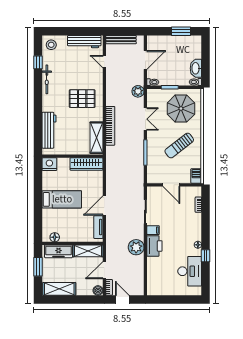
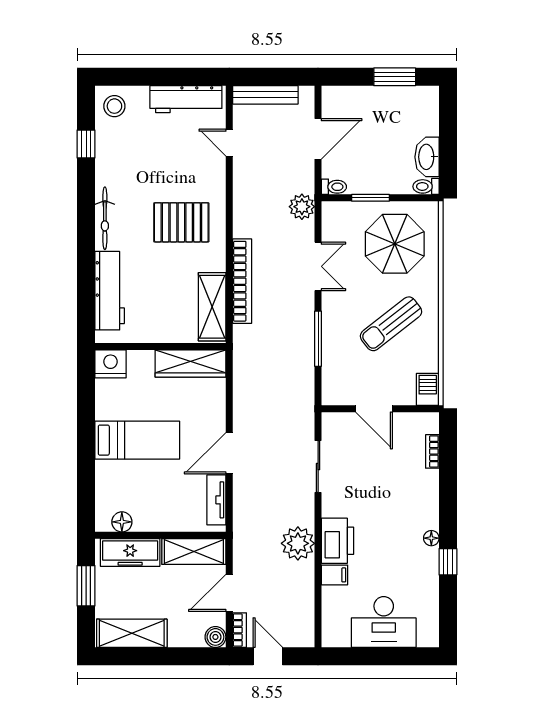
bicycle: (47, 79) -> (105, 218), moved
filing cabinet: (153, 230) -> (335, 575), moved
desk: (190, 271) -> (384, 622), moved, turned 90

